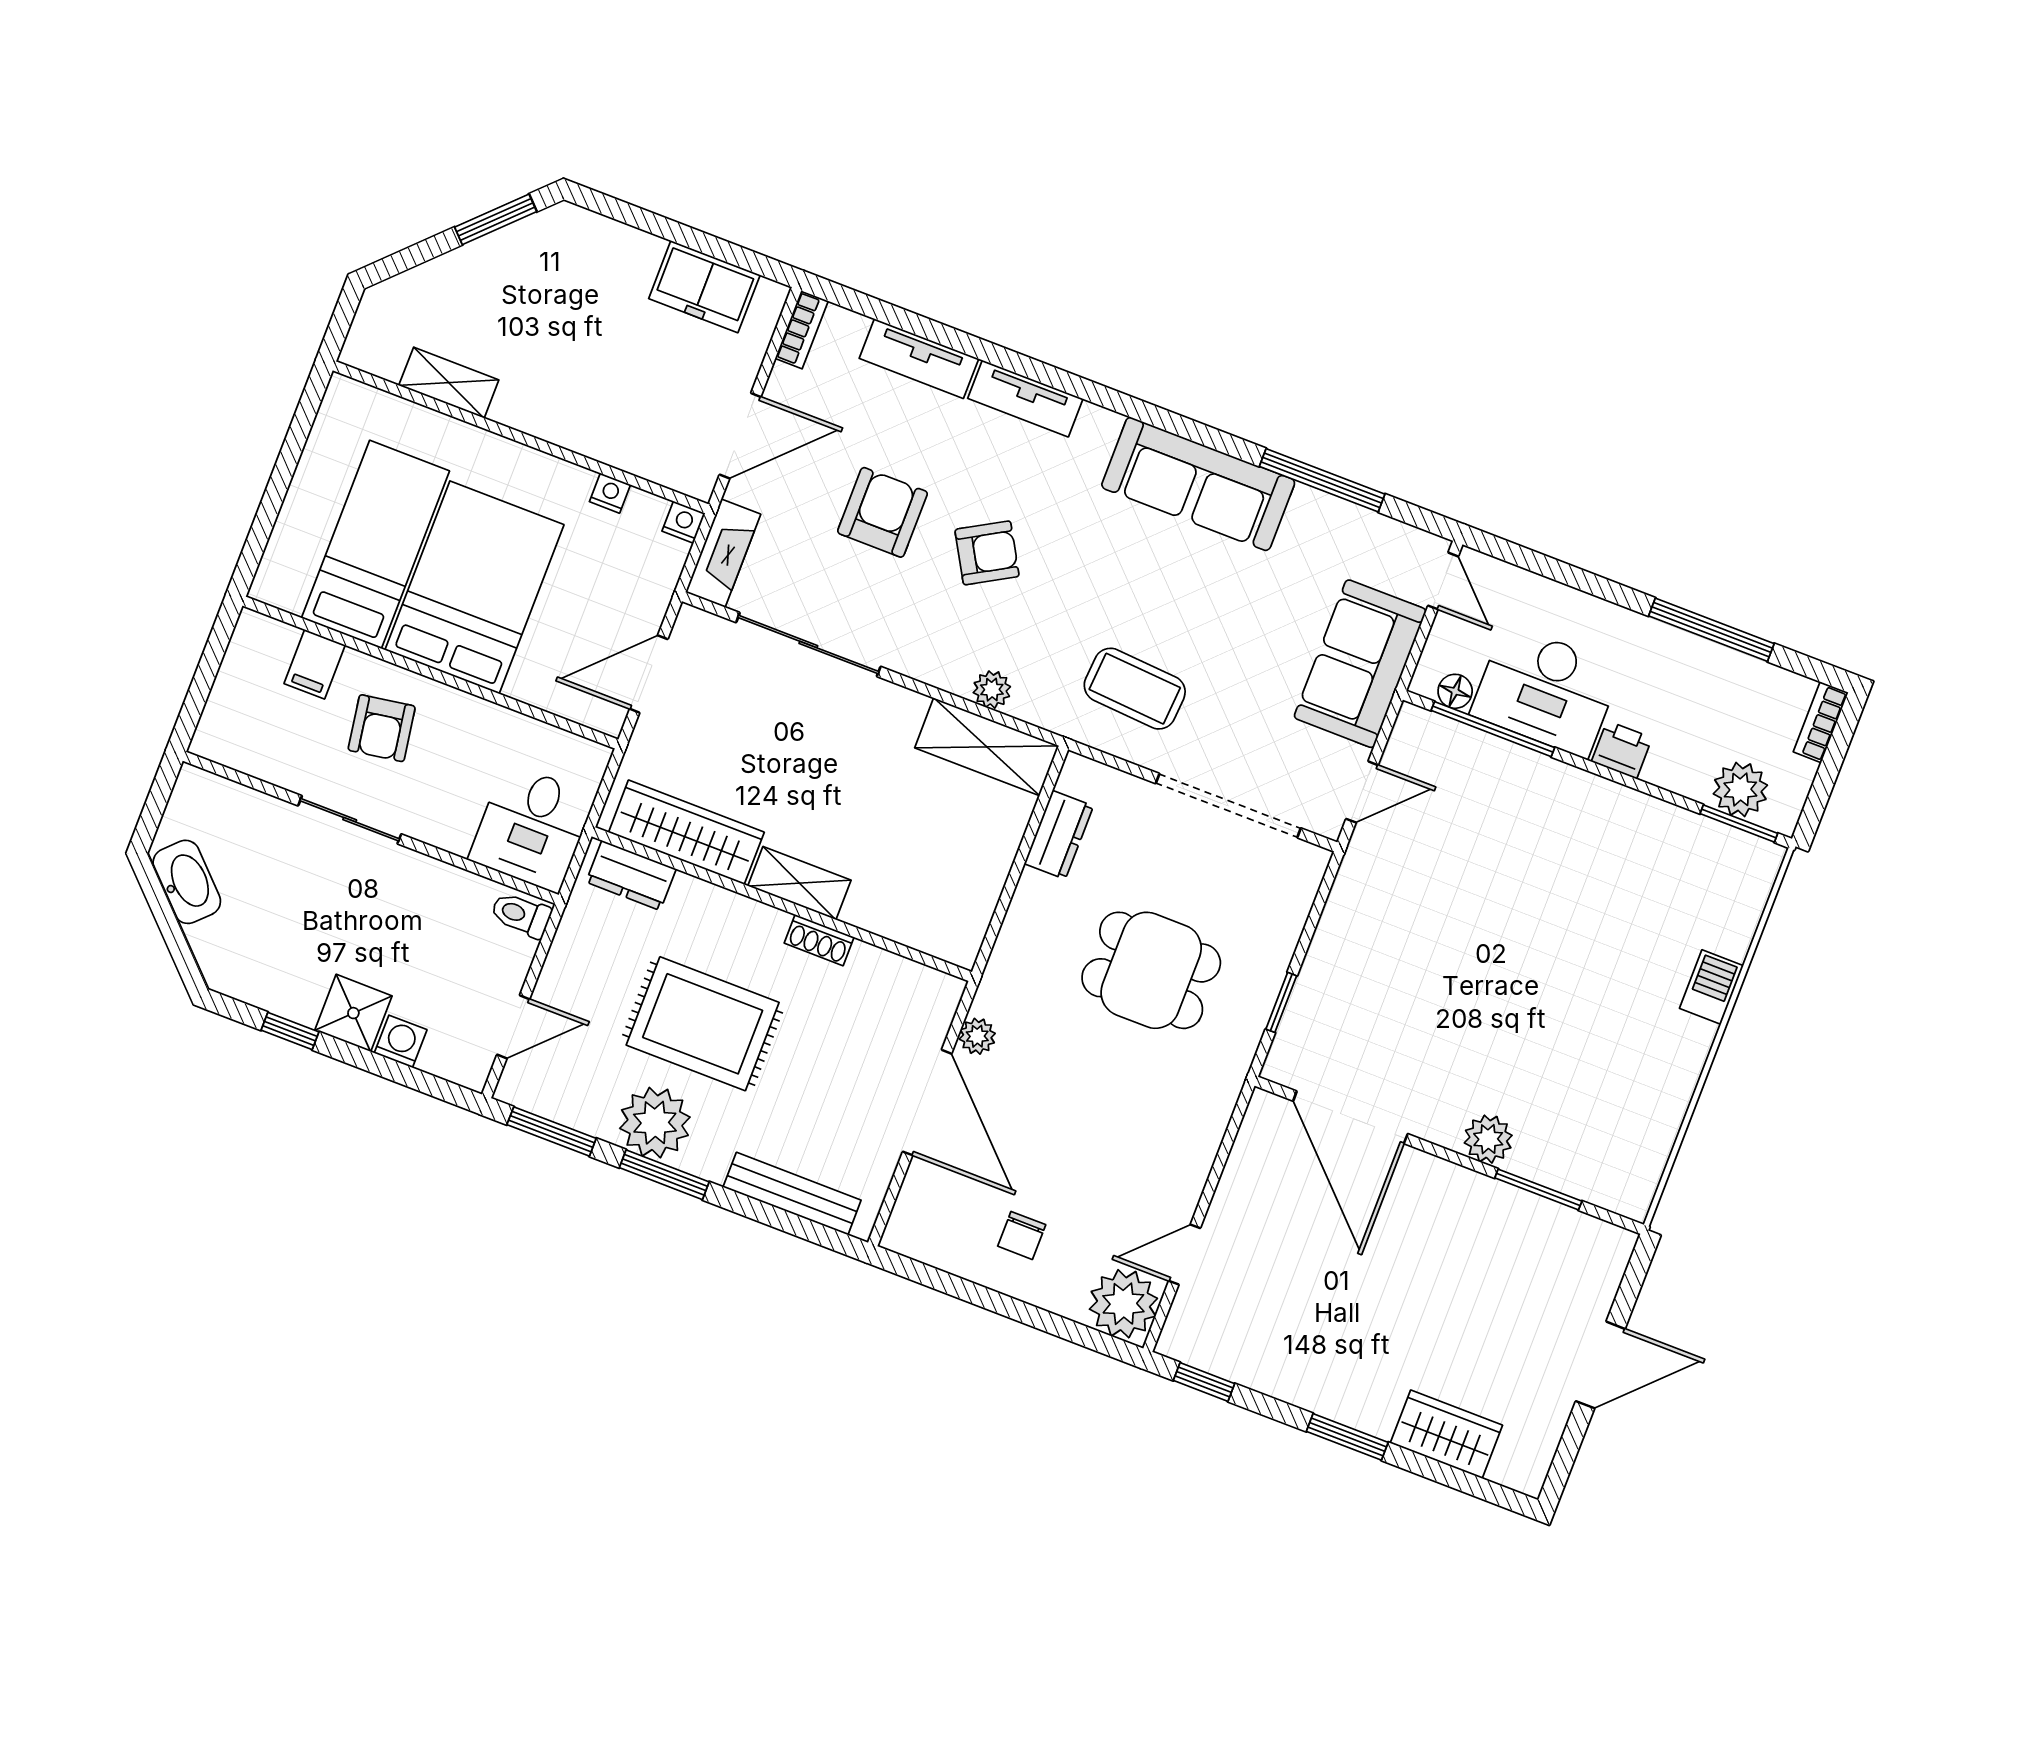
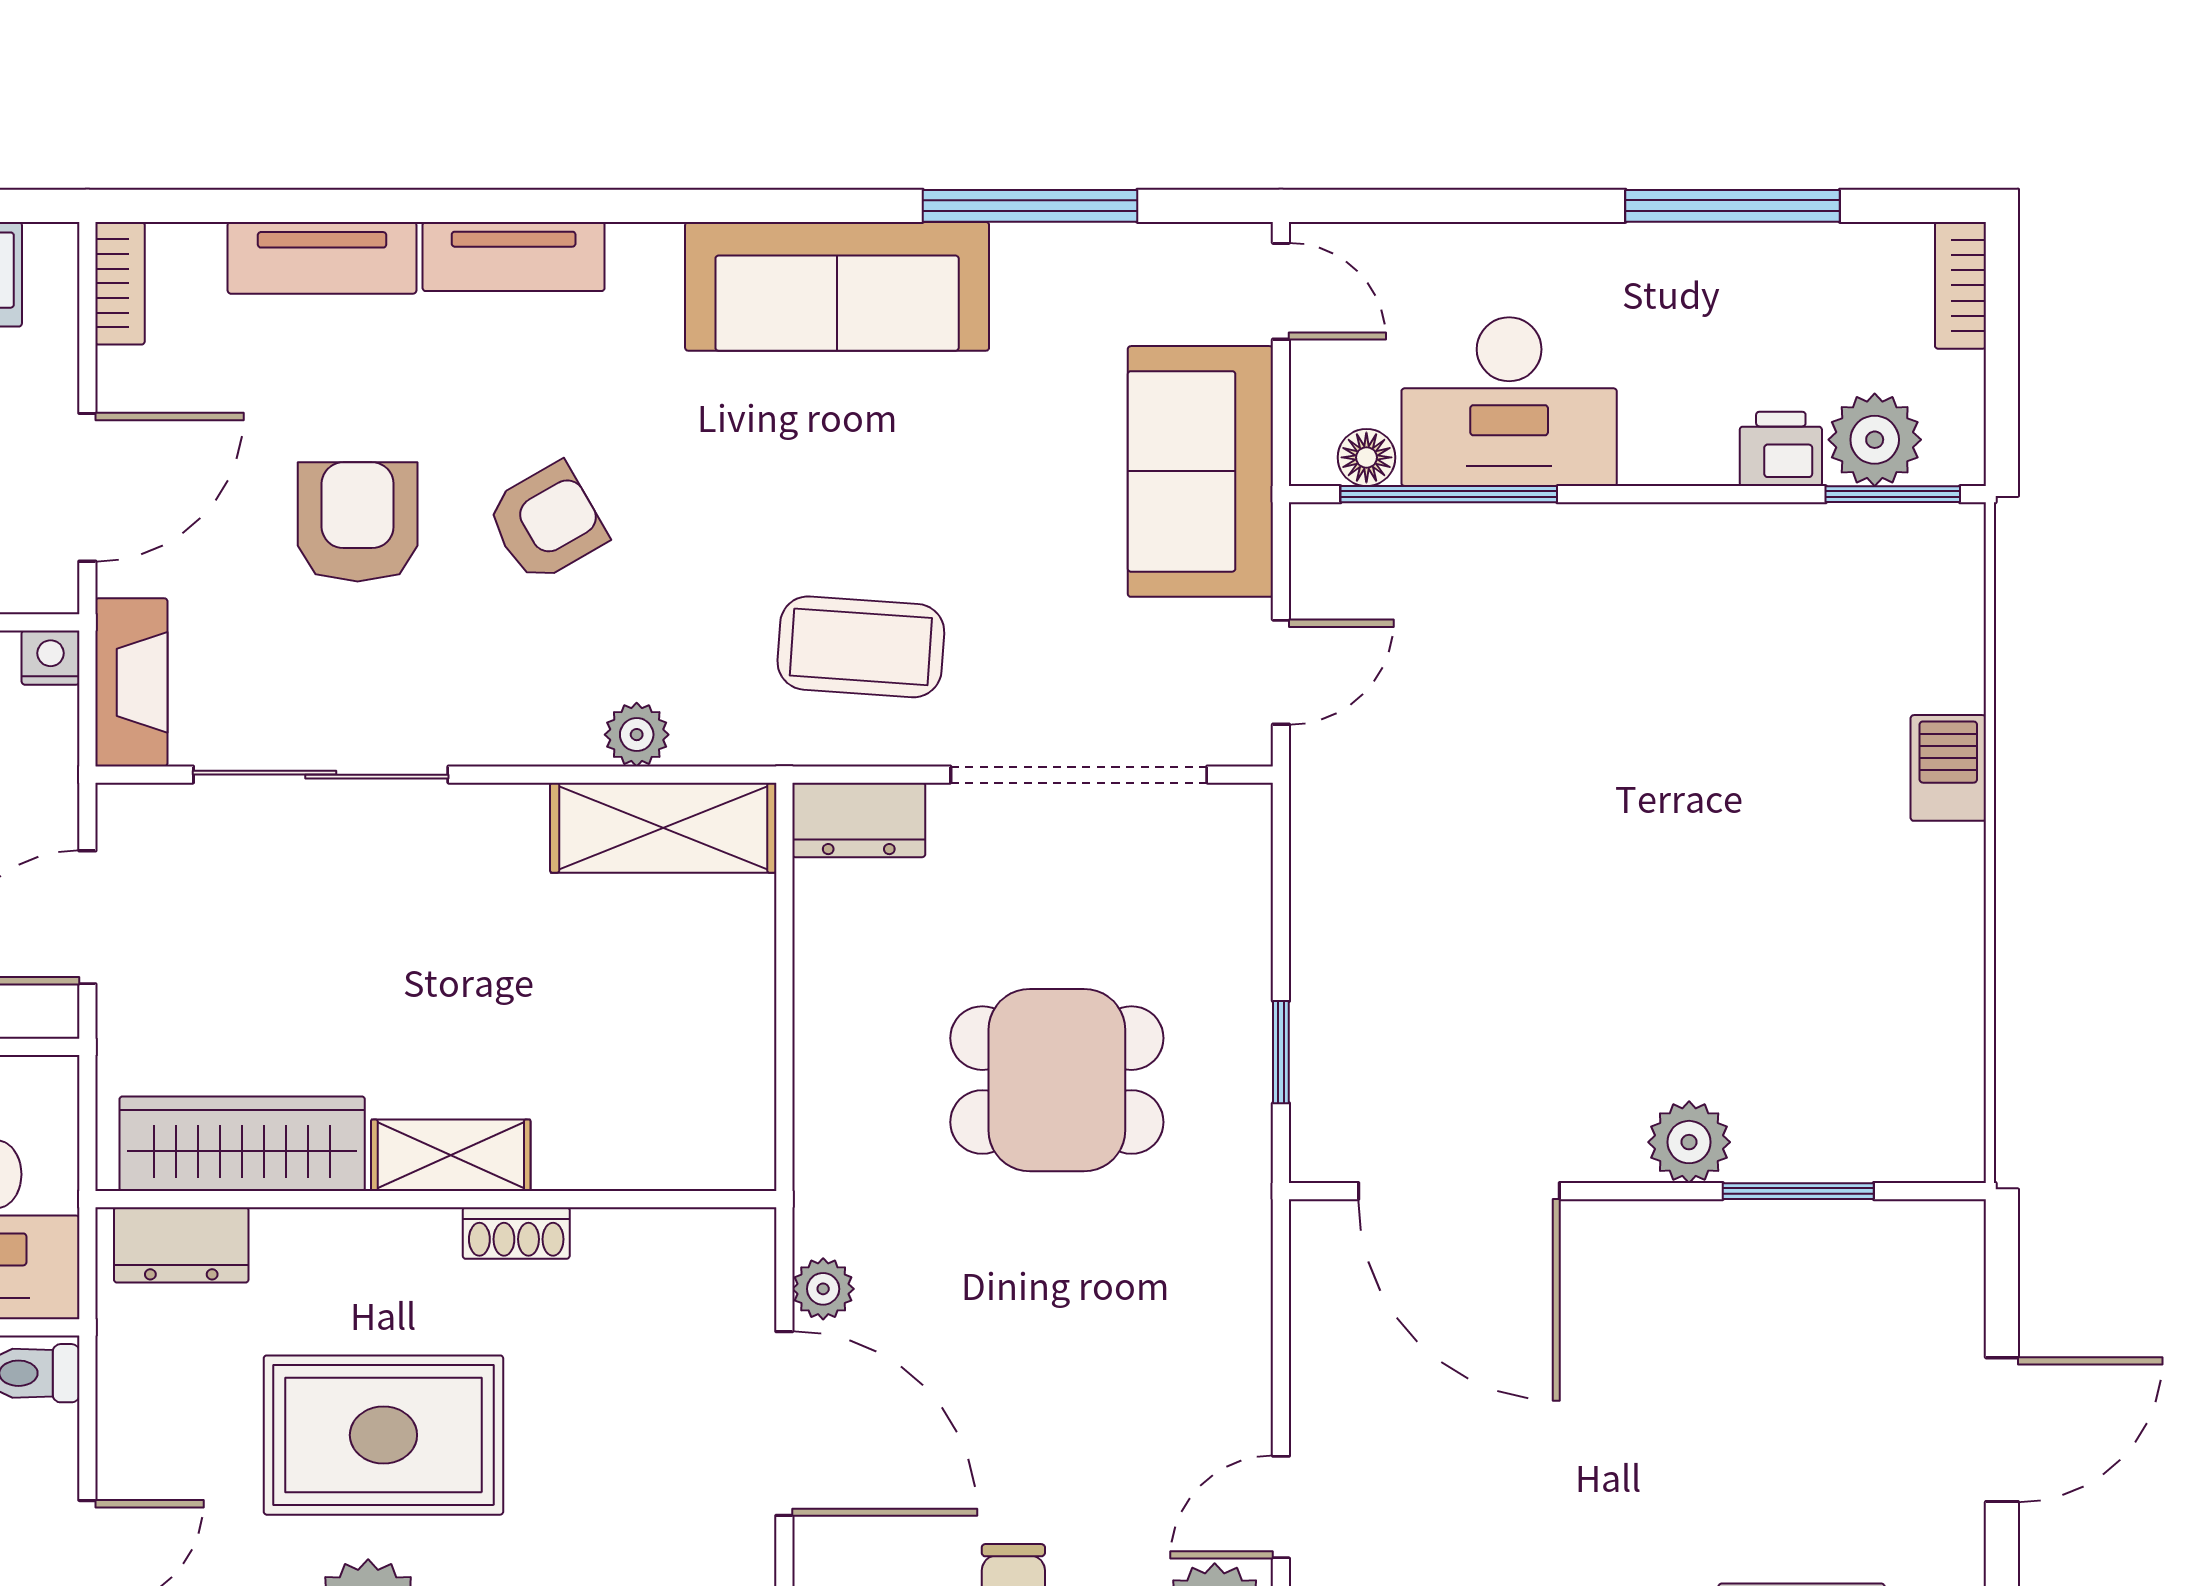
printer: (1622, 750) -> (1781, 449), moved
dresser: (1059, 835) -> (859, 820), moved, turned 90

